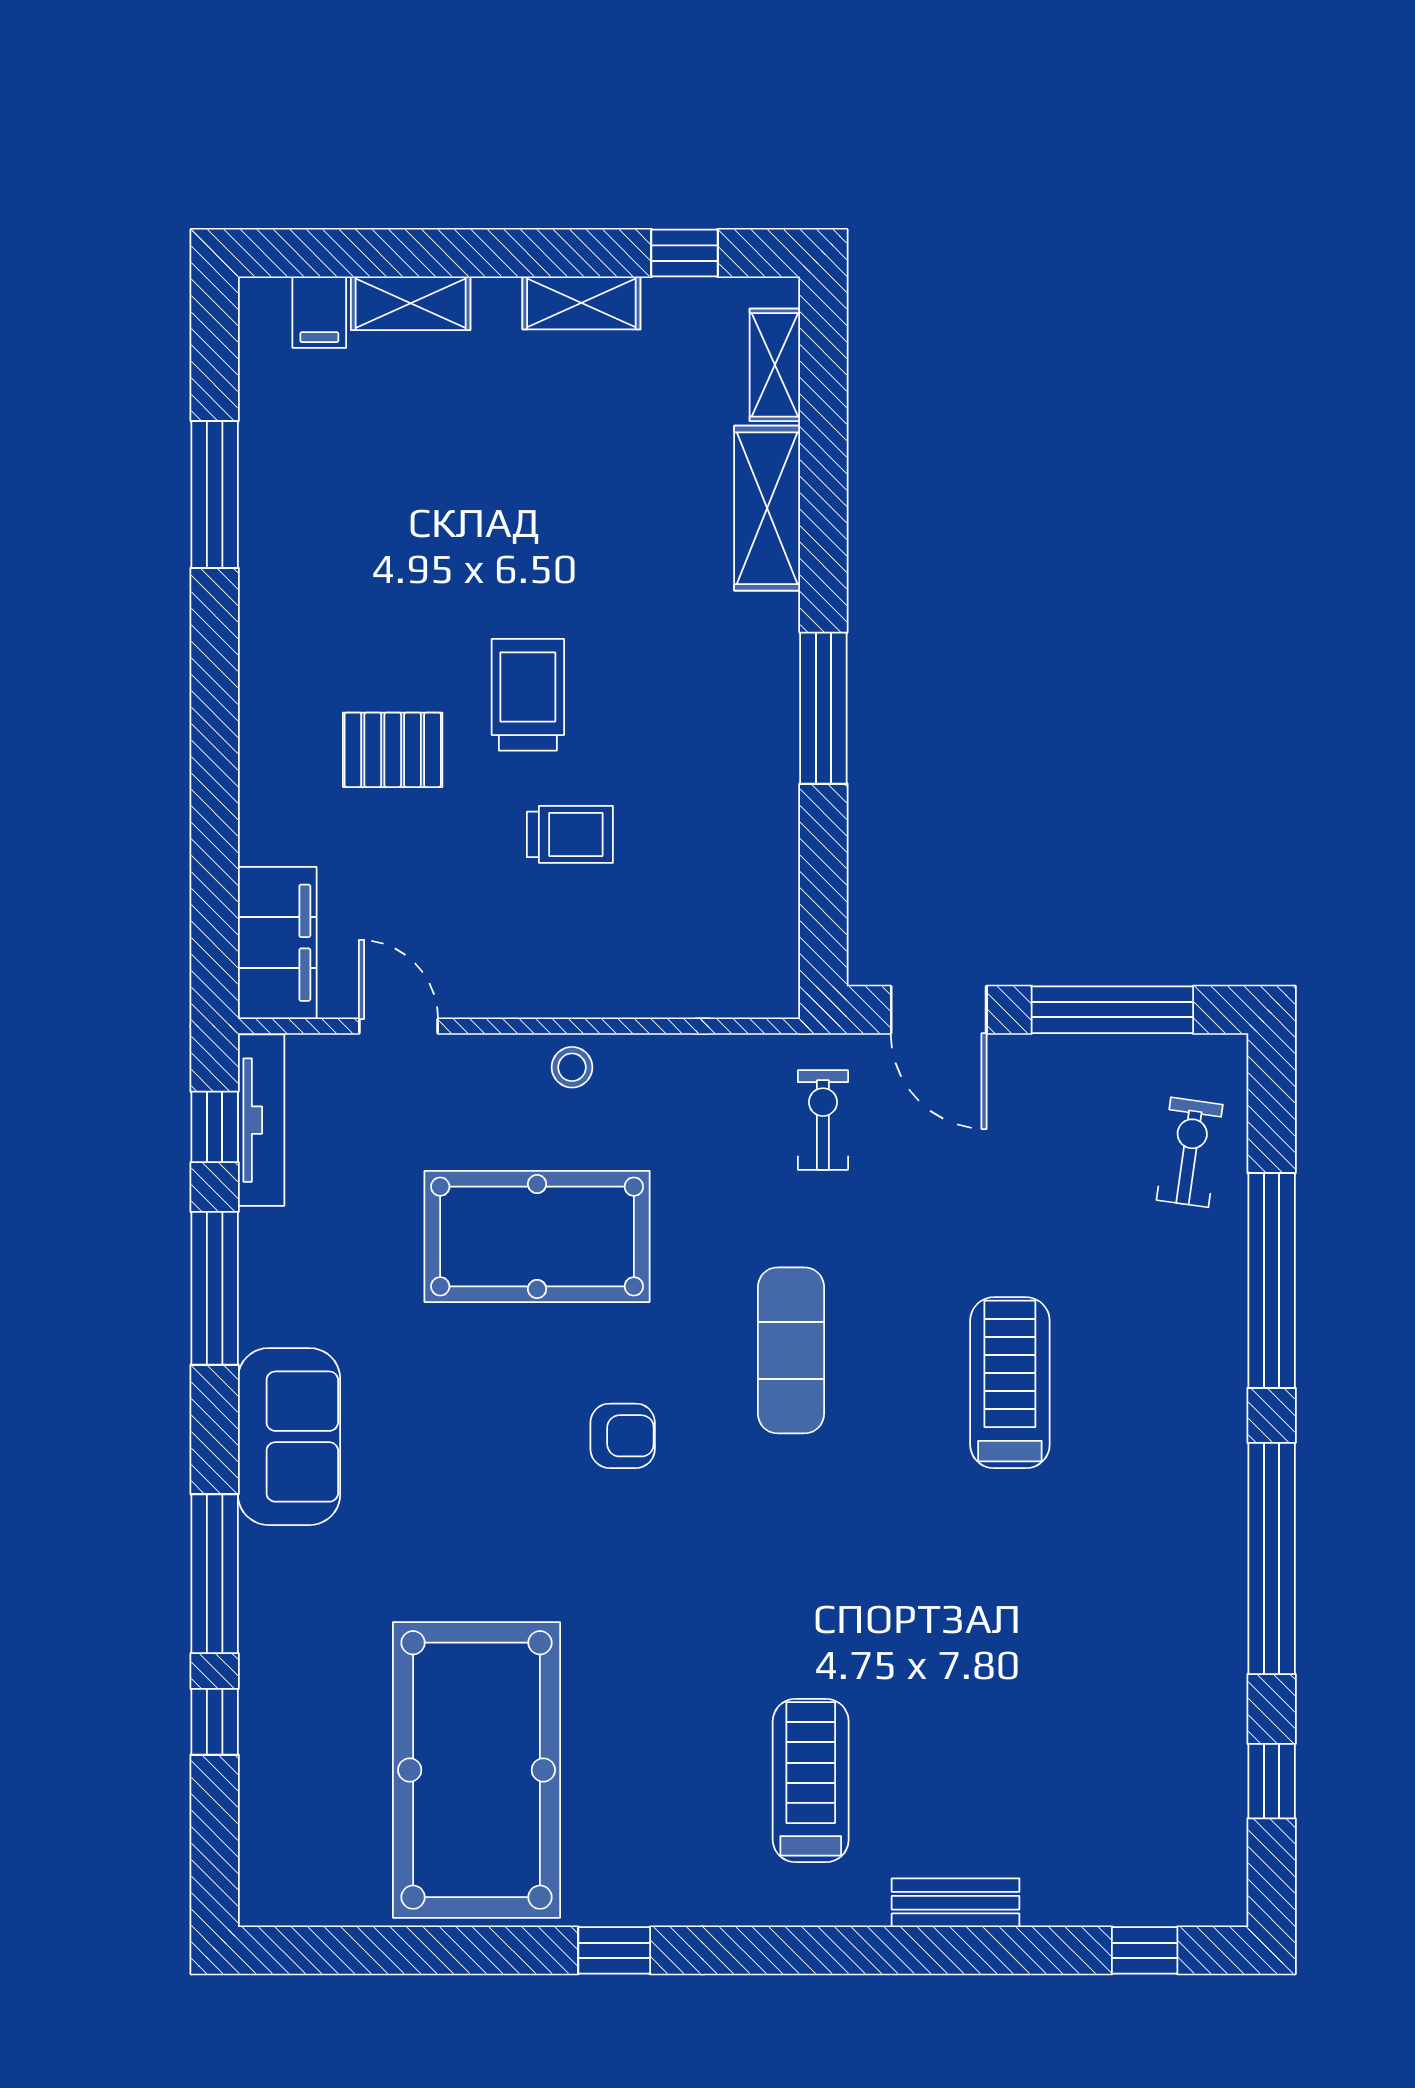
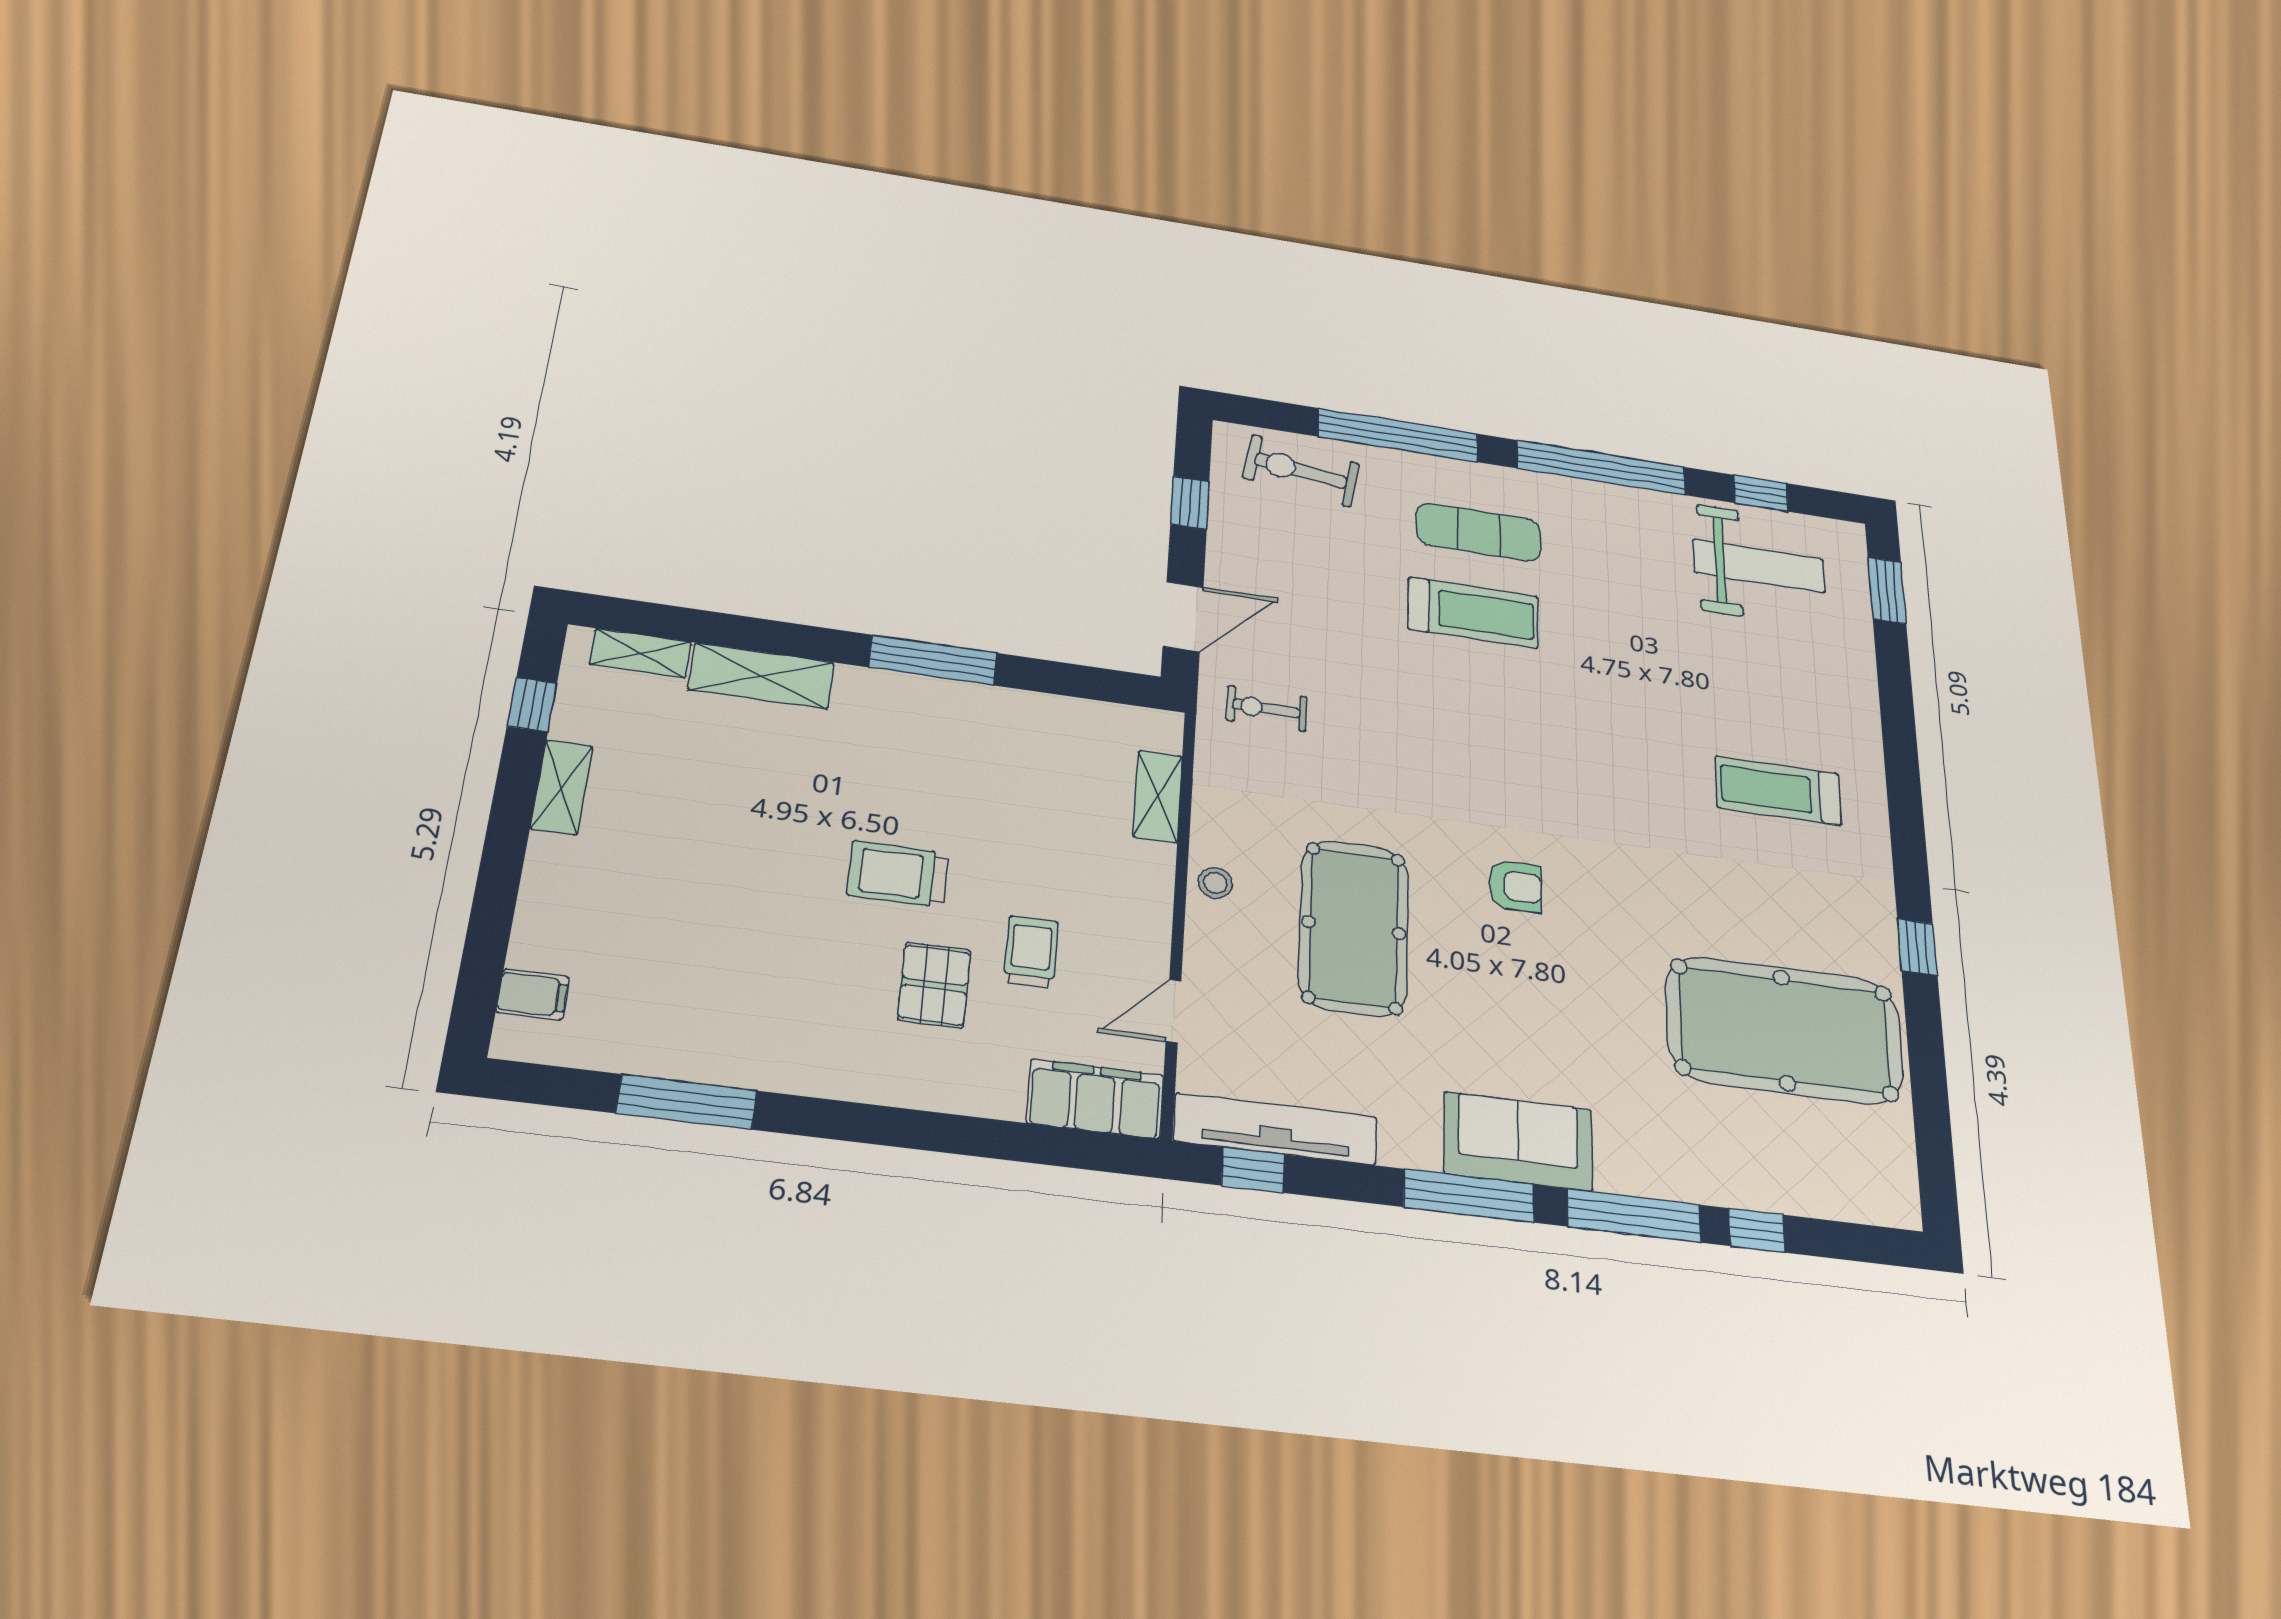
shelving: (411, 303) -> (1158, 796), moved
trolley: (570, 834) -> (1031, 952), moved
window: (1112, 1010) -> (1190, 503), width x0.46
tv unit: (261, 1120) -> (1276, 1129), width x1.36, depth x1.29
exercise bike: (1190, 1152) -> (1301, 471), width x1.38, depth x1.39
window: (215, 1288) -> (1469, 1196), moved
exercise mat: (791, 1350) -> (1479, 532), moved
treadmill: (1010, 1383) -> (1473, 613), turned 180
armchair: (623, 1436) -> (1516, 886), turned 90
weight bench: (1152, 1772) -> (1759, 566), added
bench: (956, 1903) -> (1862, 707), removed
window: (1145, 1950) -> (1887, 590), width x1.50

